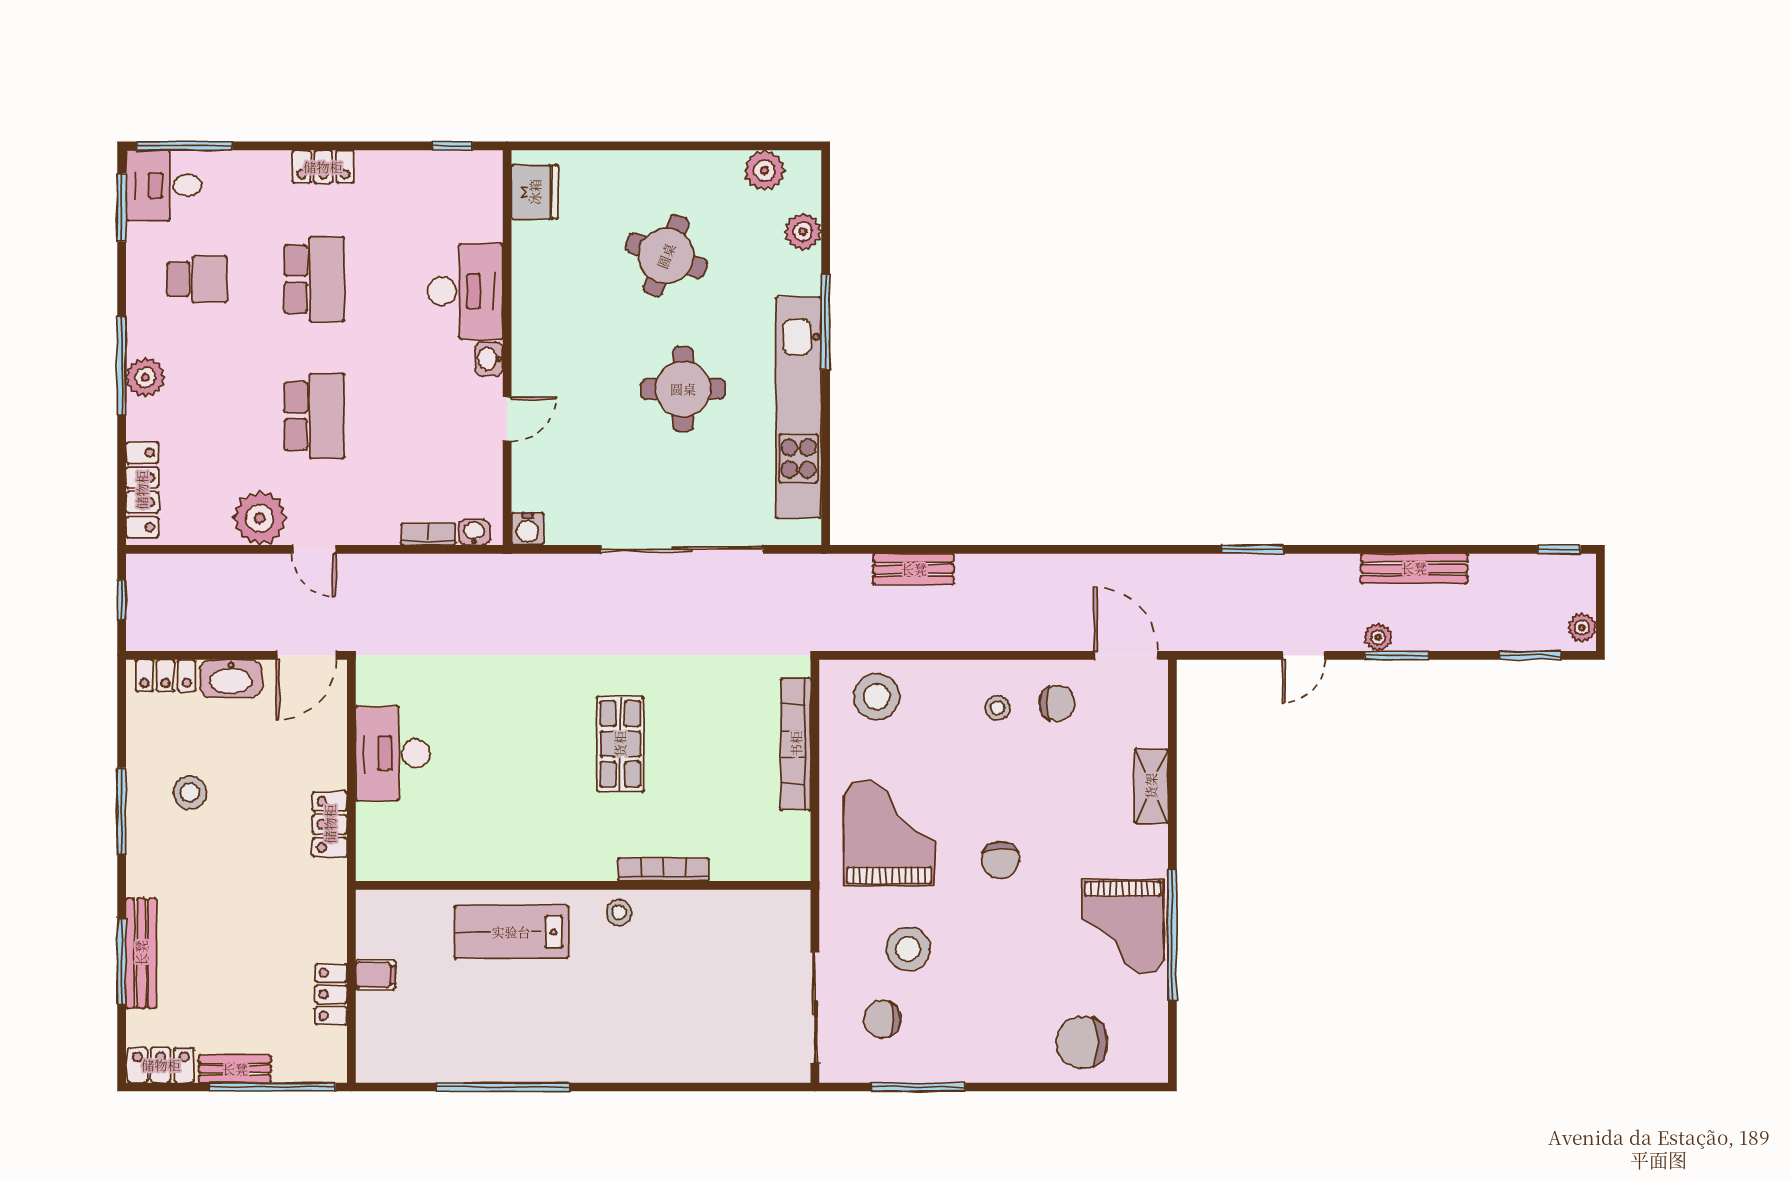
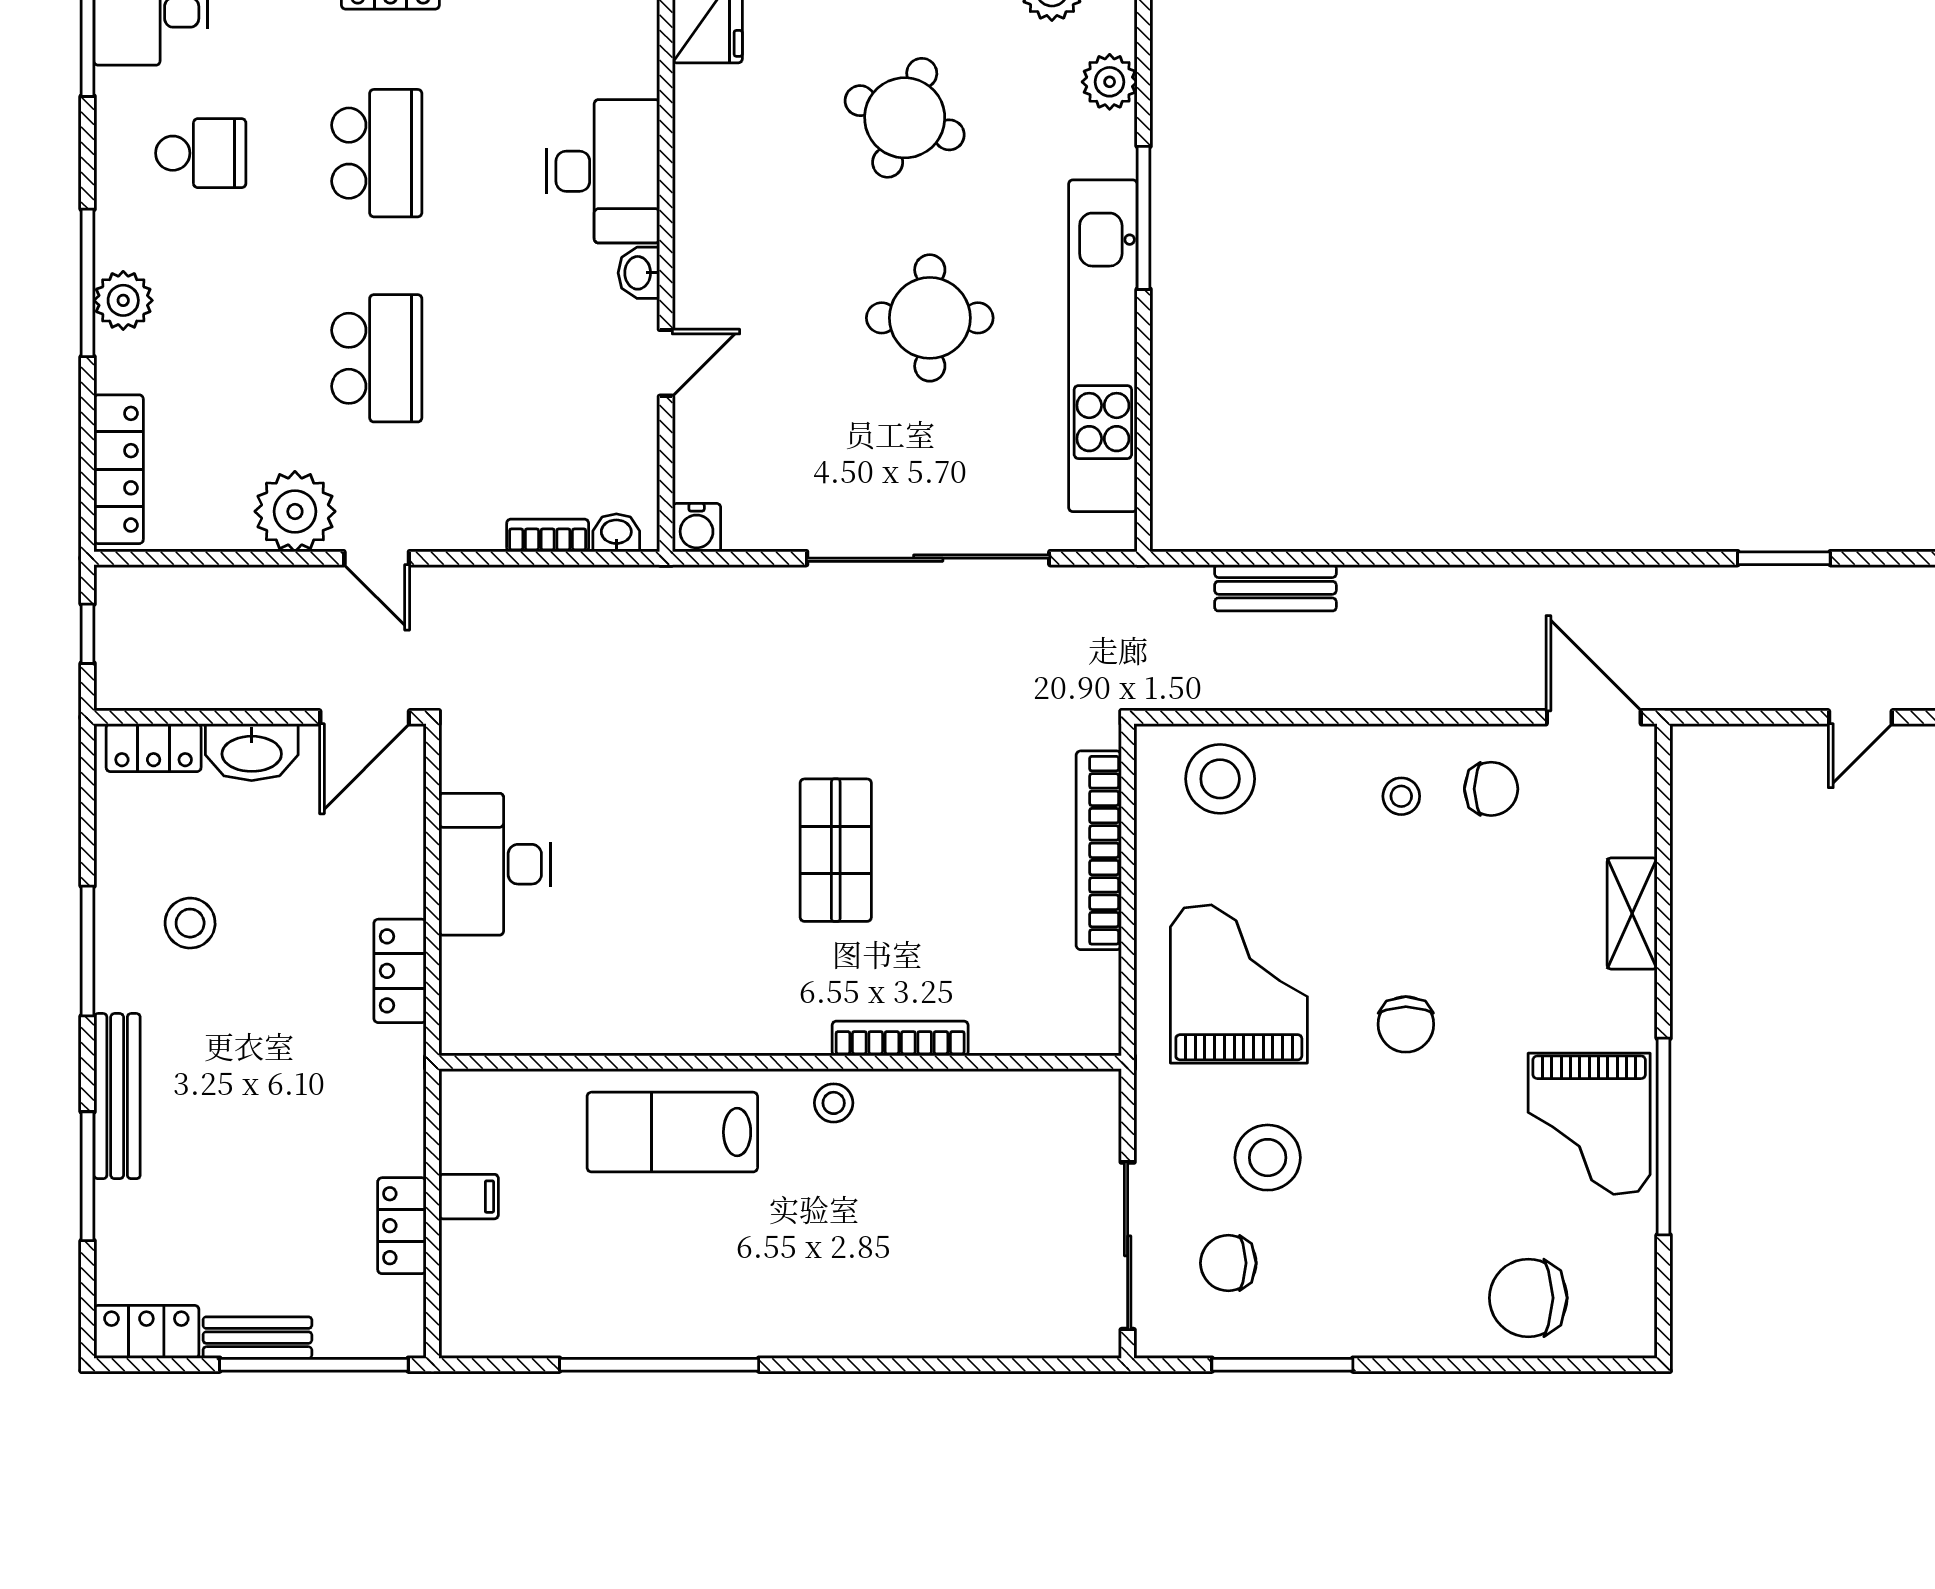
bench: (141, 953) -> (117, 1096), moved

